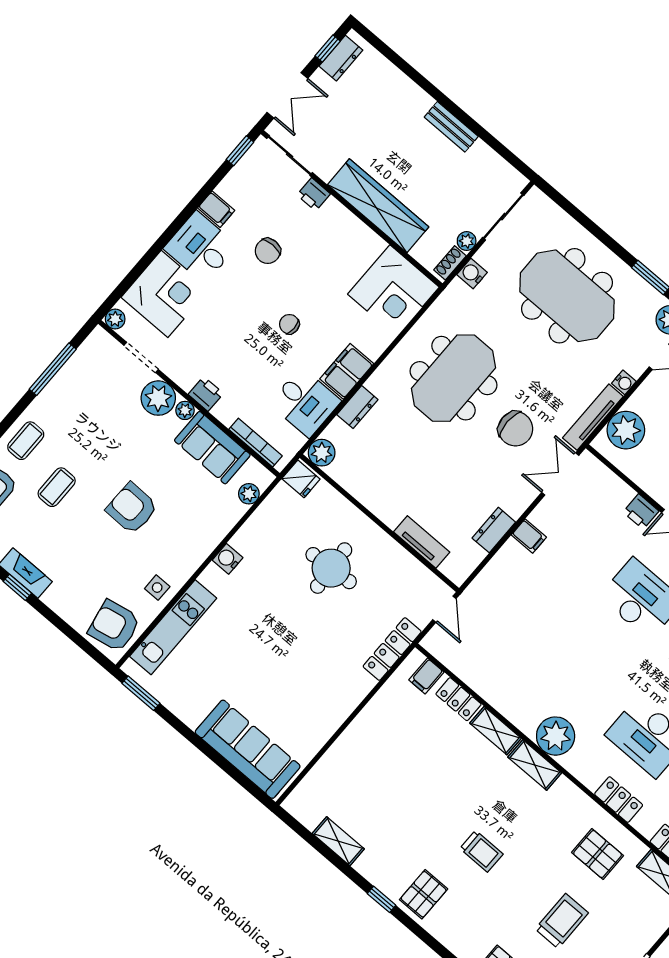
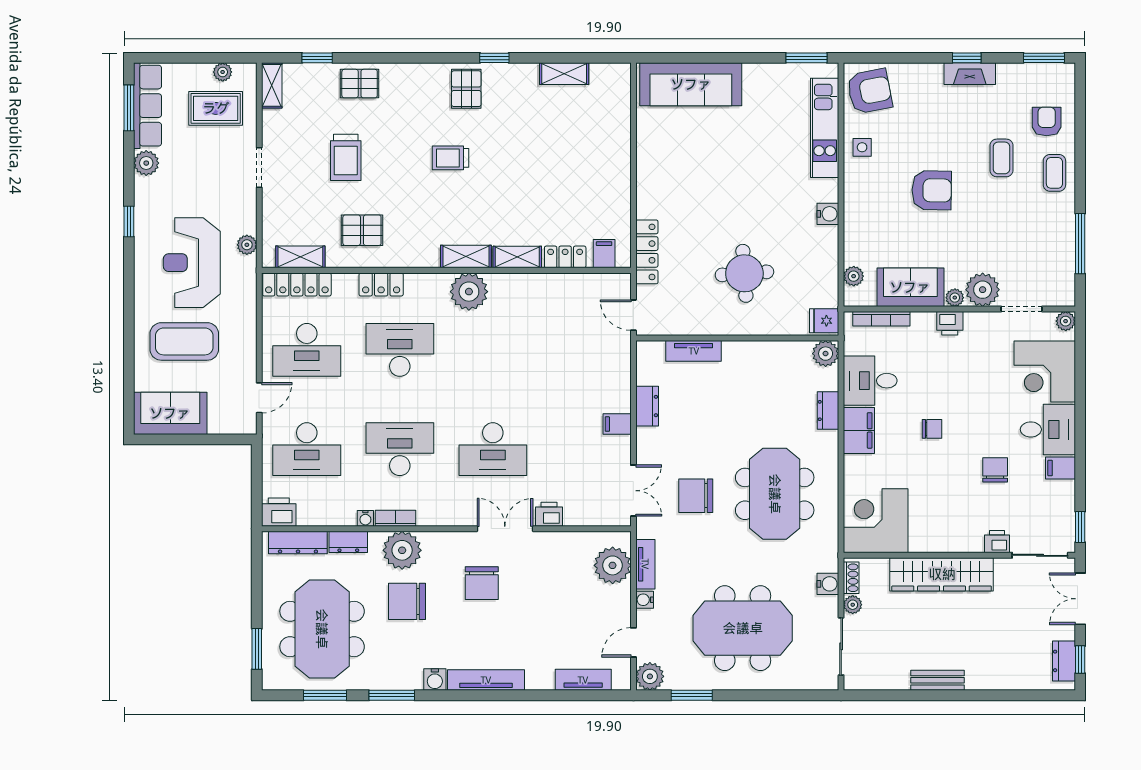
tv unit: (593, 417) -> (645, 564), width x0.71

